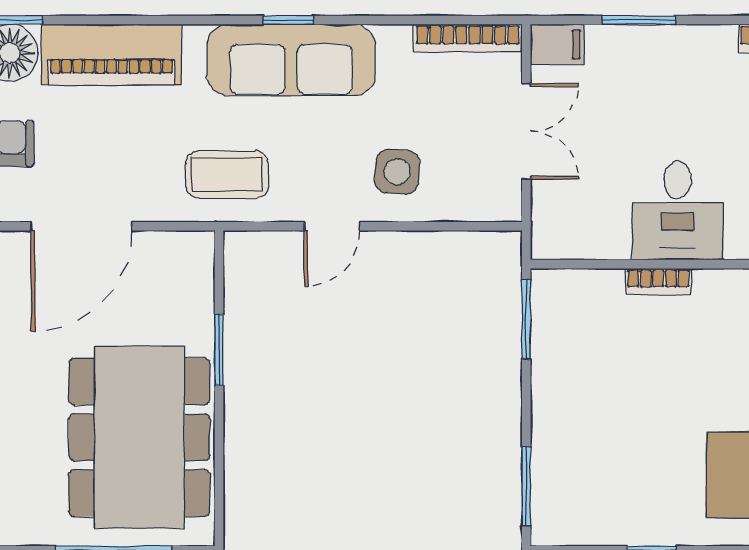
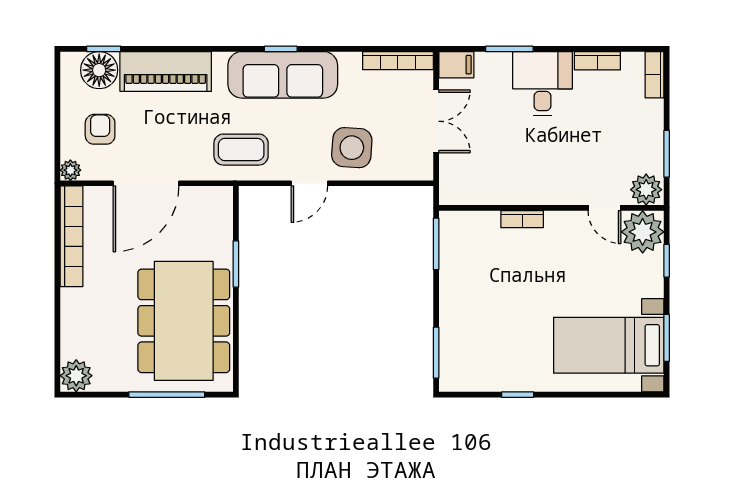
side table: (397, 172) -> (352, 148), width x1.37, depth x1.37
desk: (678, 211) -> (543, 84), moved, turned 180

